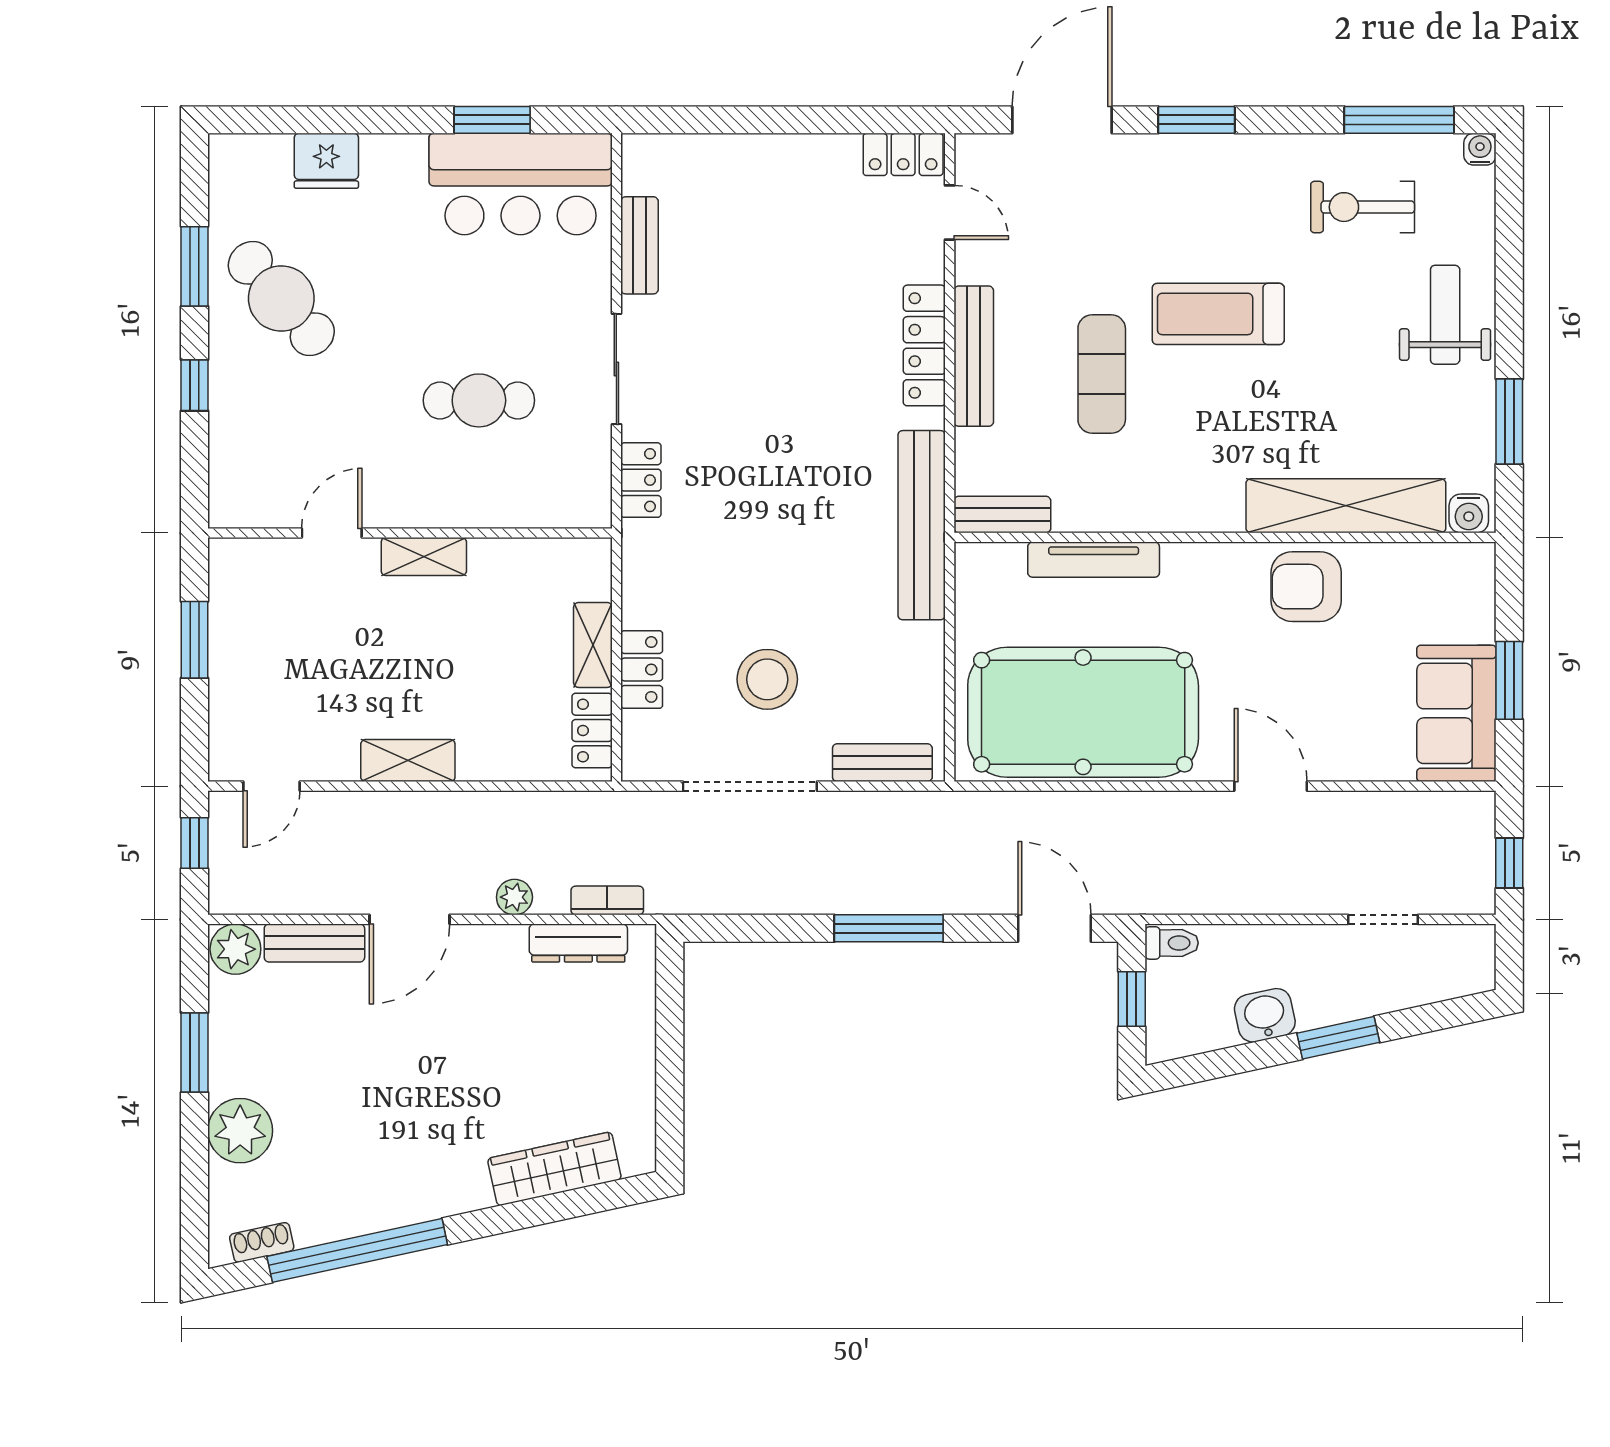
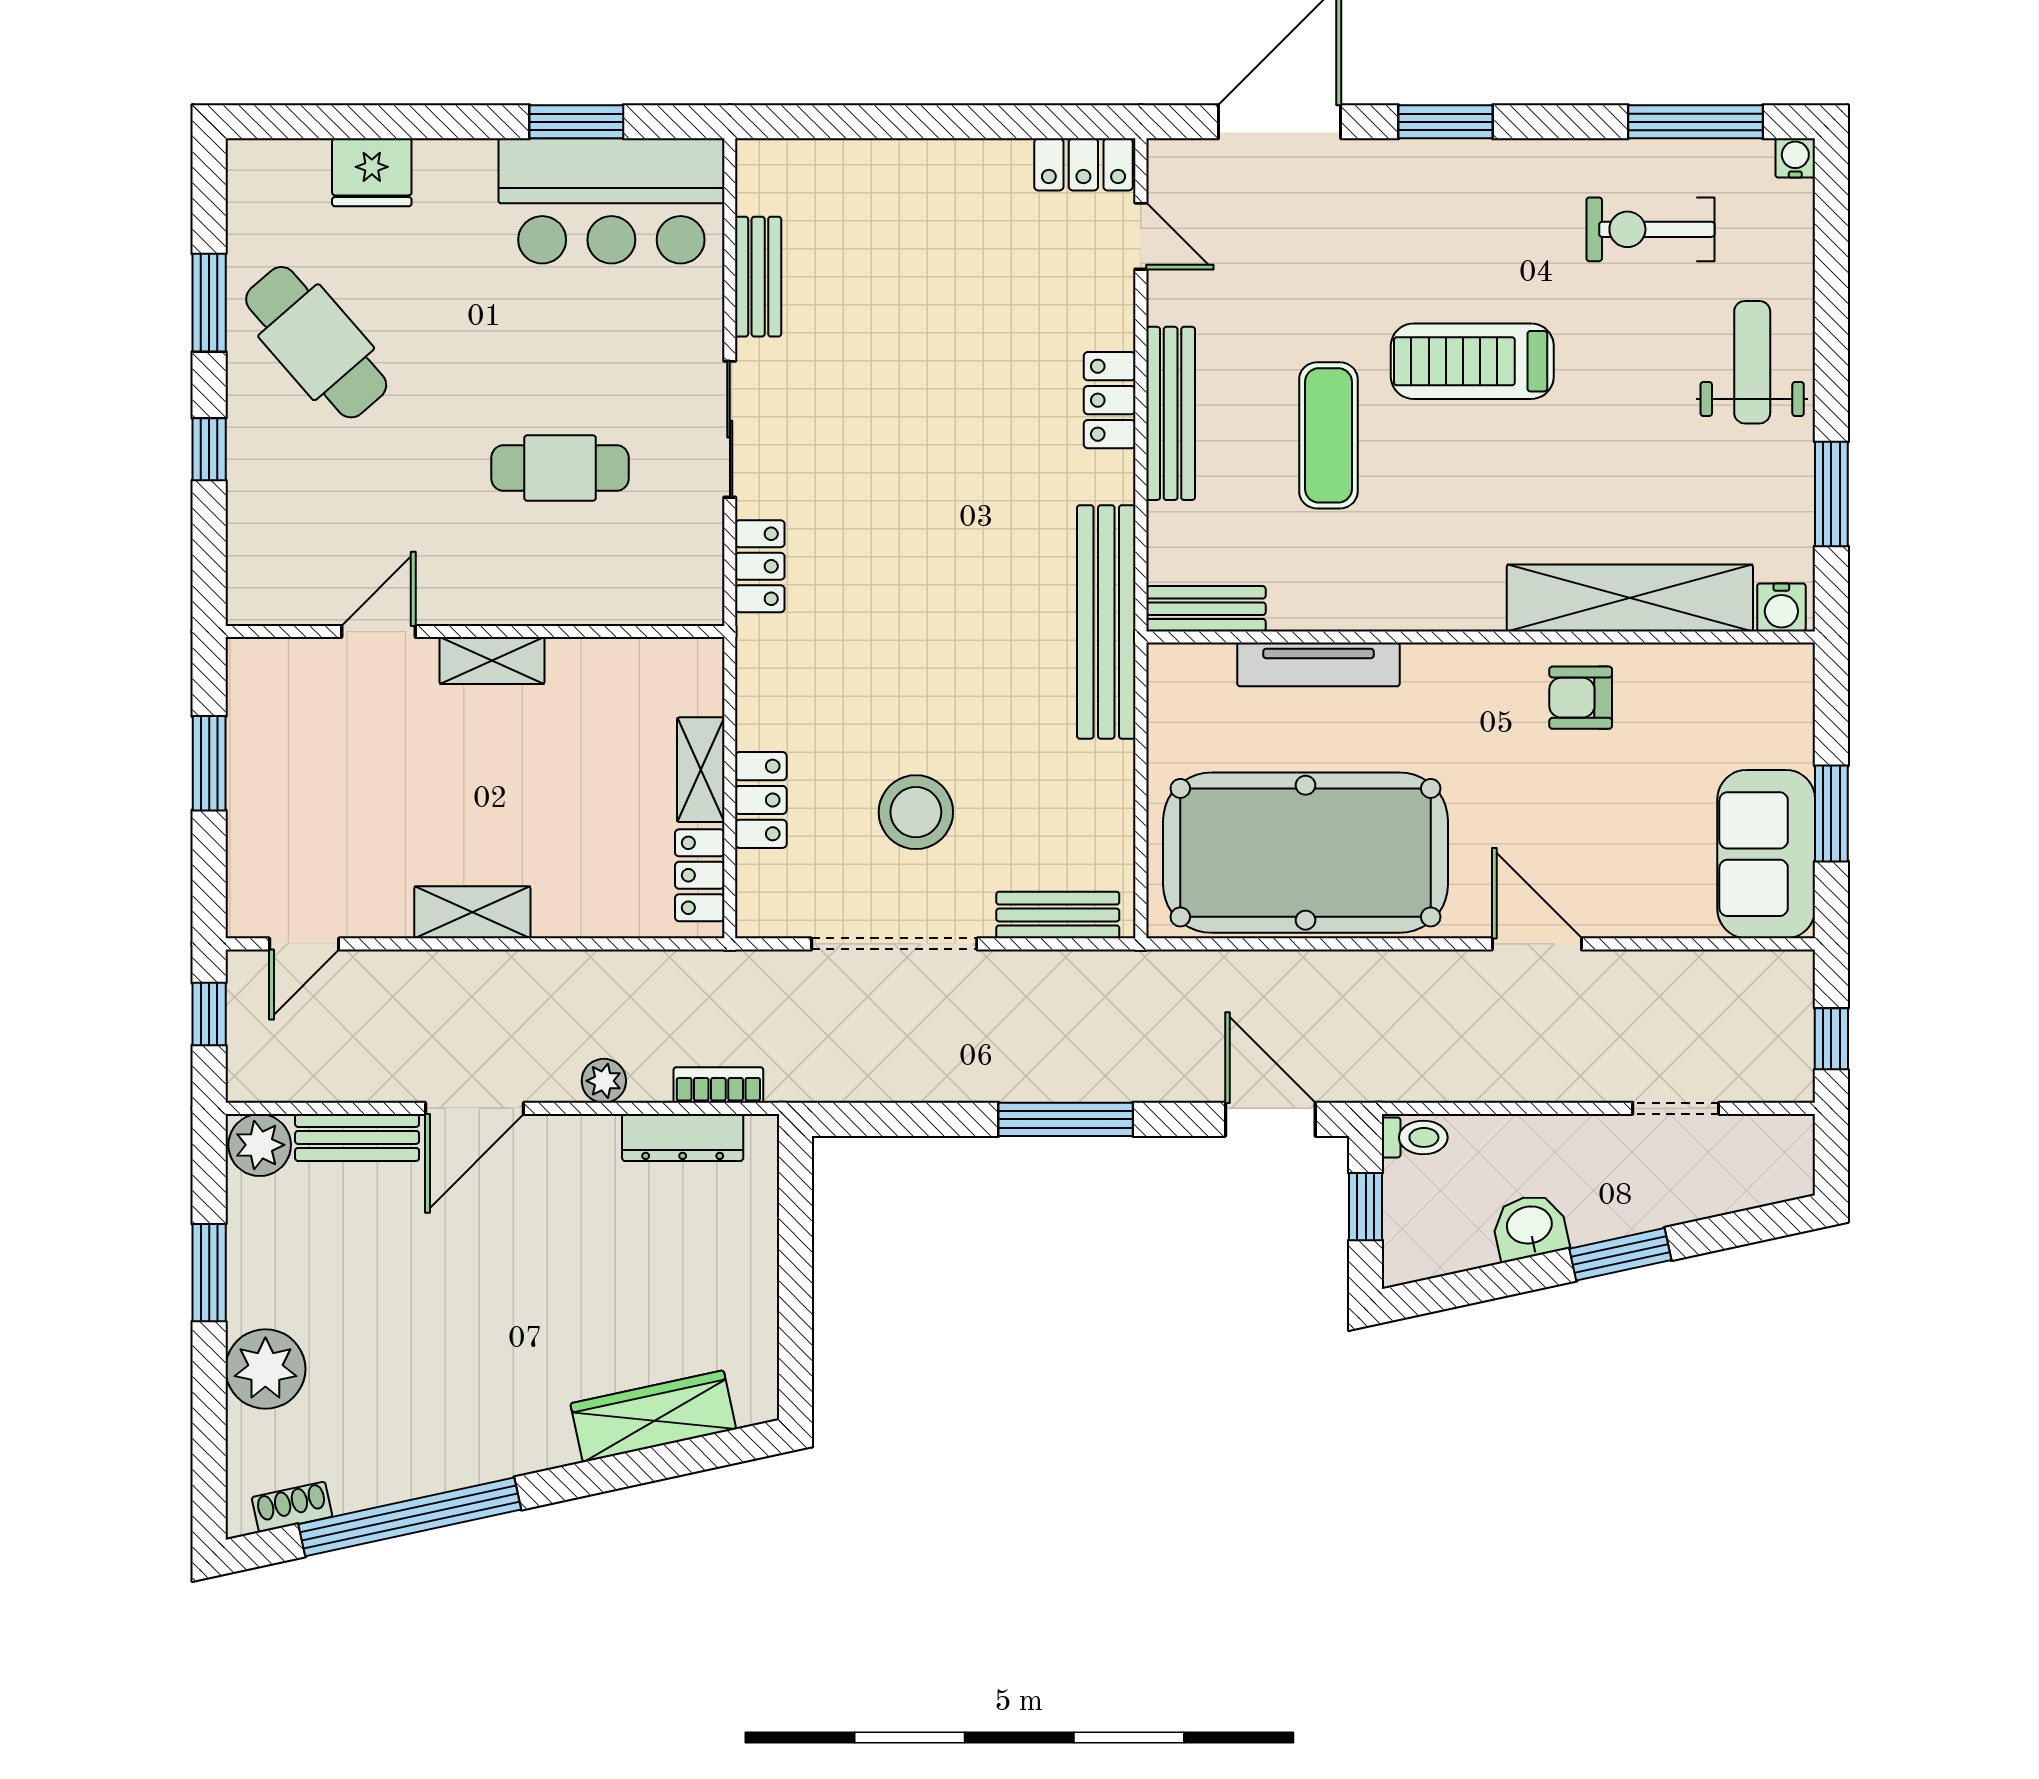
locker: (924, 345) -> (1110, 400), width x0.66
armchair: (1306, 587) -> (1581, 698), width x0.72, depth x0.72

